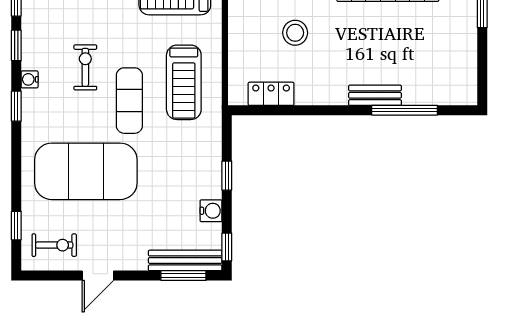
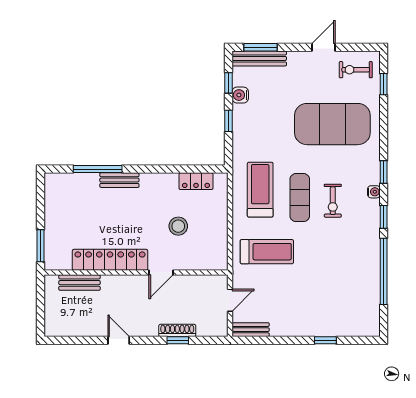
exercise mat: (129, 101) -> (300, 198), moved
window: (227, 247) -> (229, 83), moved

